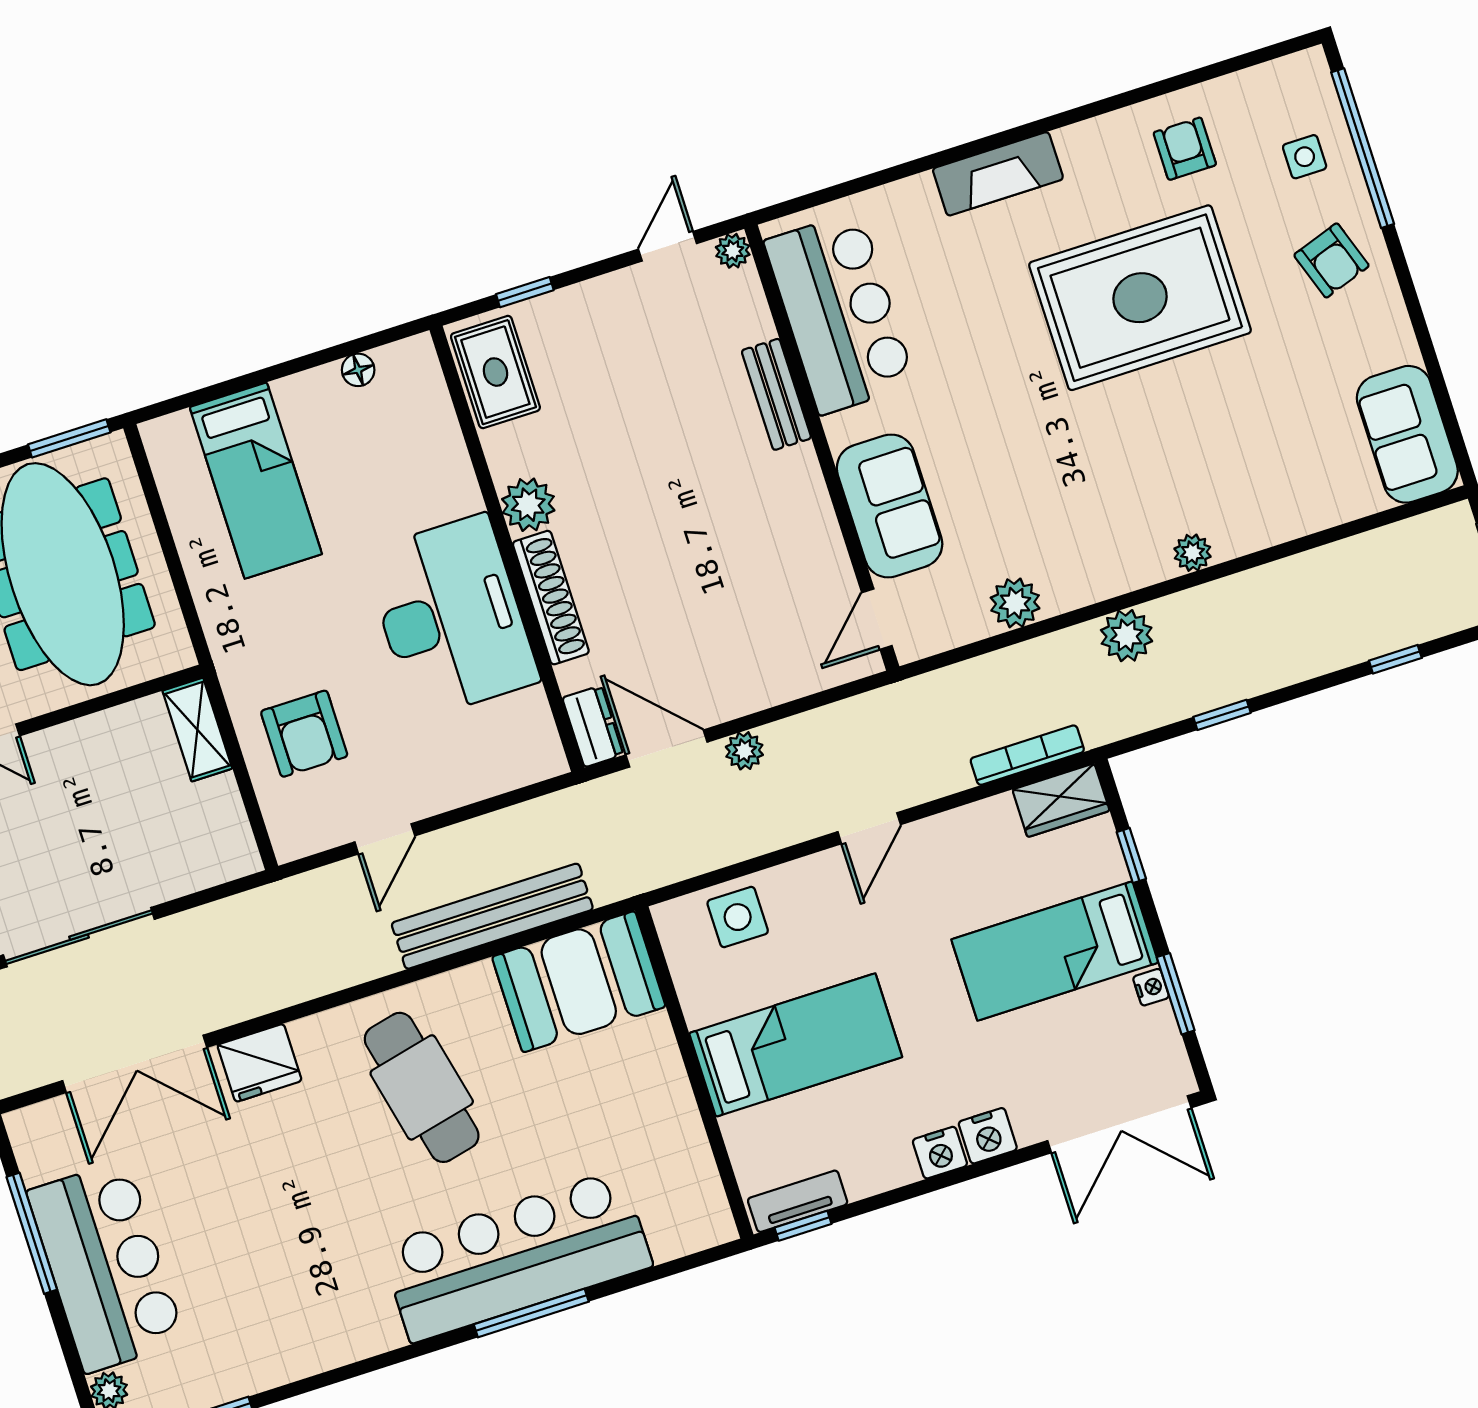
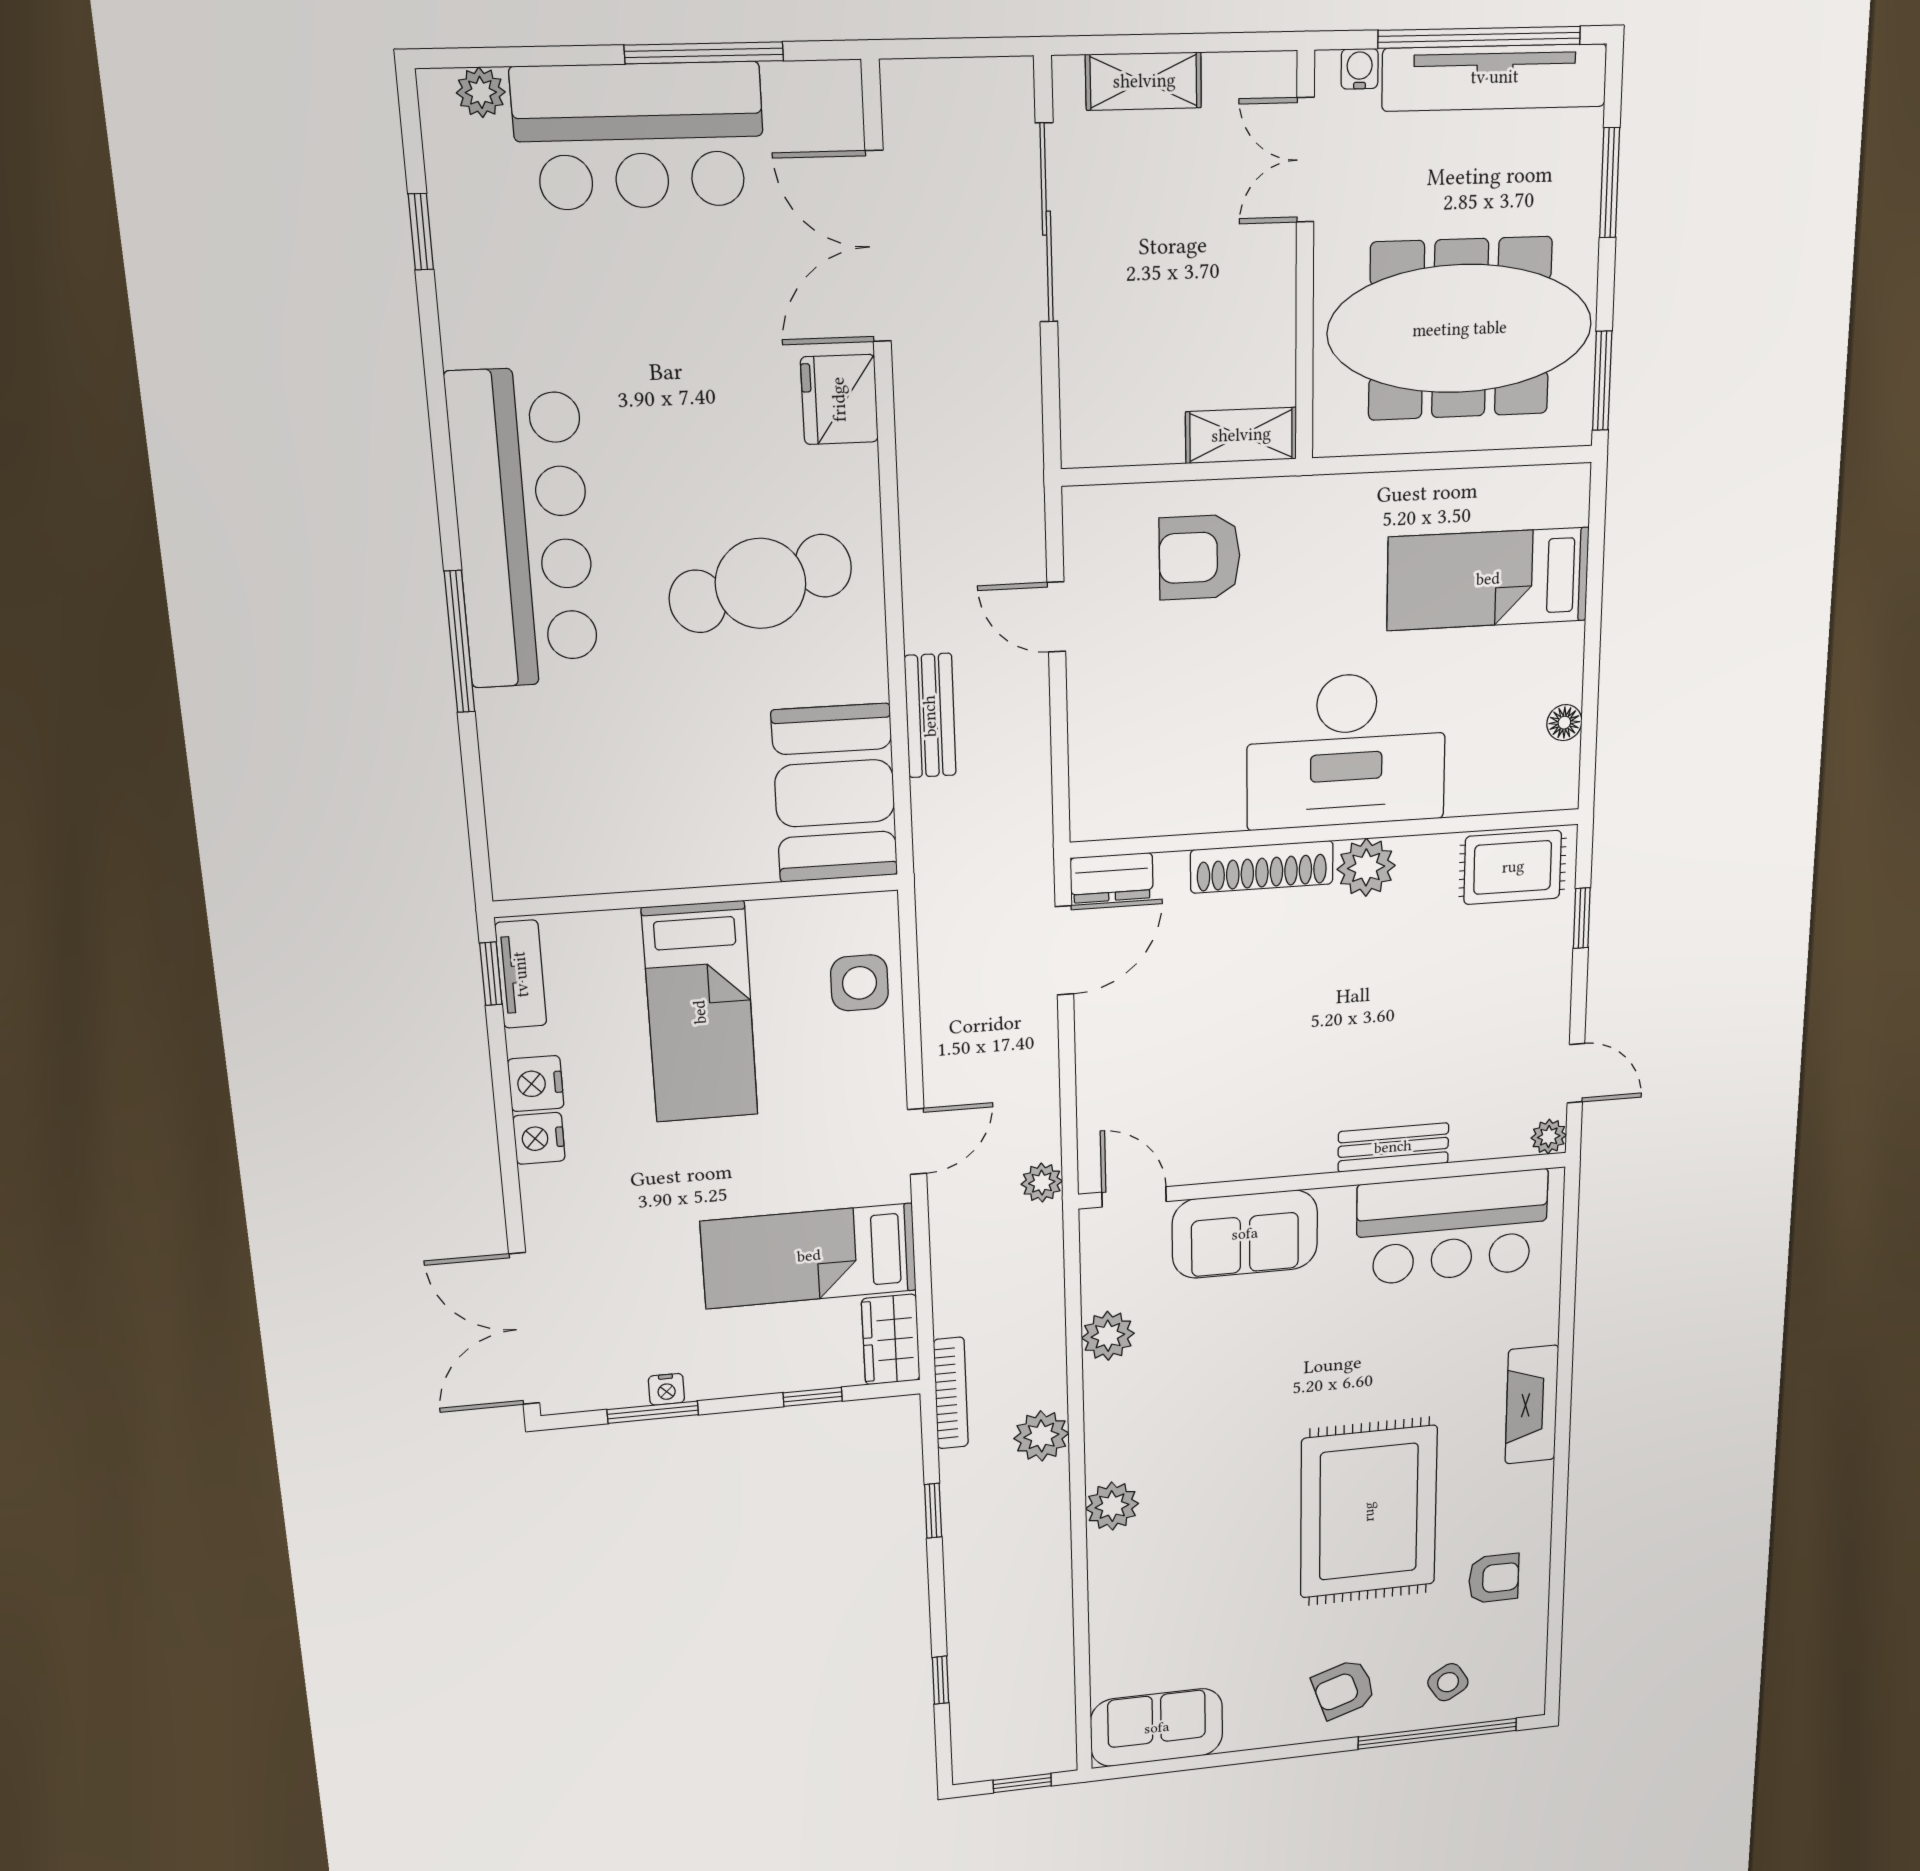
side table: (1305, 157) -> (1448, 1682), turned -32
plant: (1193, 553) -> (1112, 1506), width x1.38, depth x1.38
desk: (451, 617) -> (1346, 750), moved
plant: (744, 751) -> (1042, 1183), moved
bookcase: (1027, 755) -> (951, 1393), moved
door: (869, 828) -> (917, 1142), swing flipped
bench: (492, 916) -> (930, 716), width x0.54, depth x0.82
bed: (1055, 951) -> (809, 1256), moved, turned -90
nightstand: (988, 1136) -> (536, 1084), moved
bar counter: (516, 1256) -> (523, 529), moved

